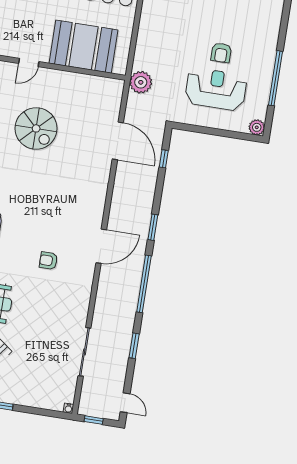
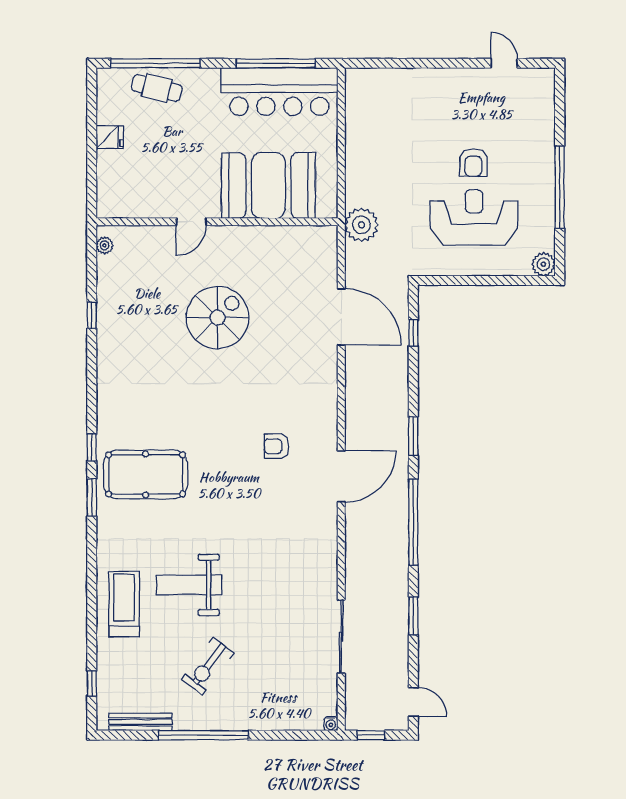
spiral stairs: (36, 128) -> (217, 318), turned -90
armchair: (48, 261) -> (276, 446), moved

